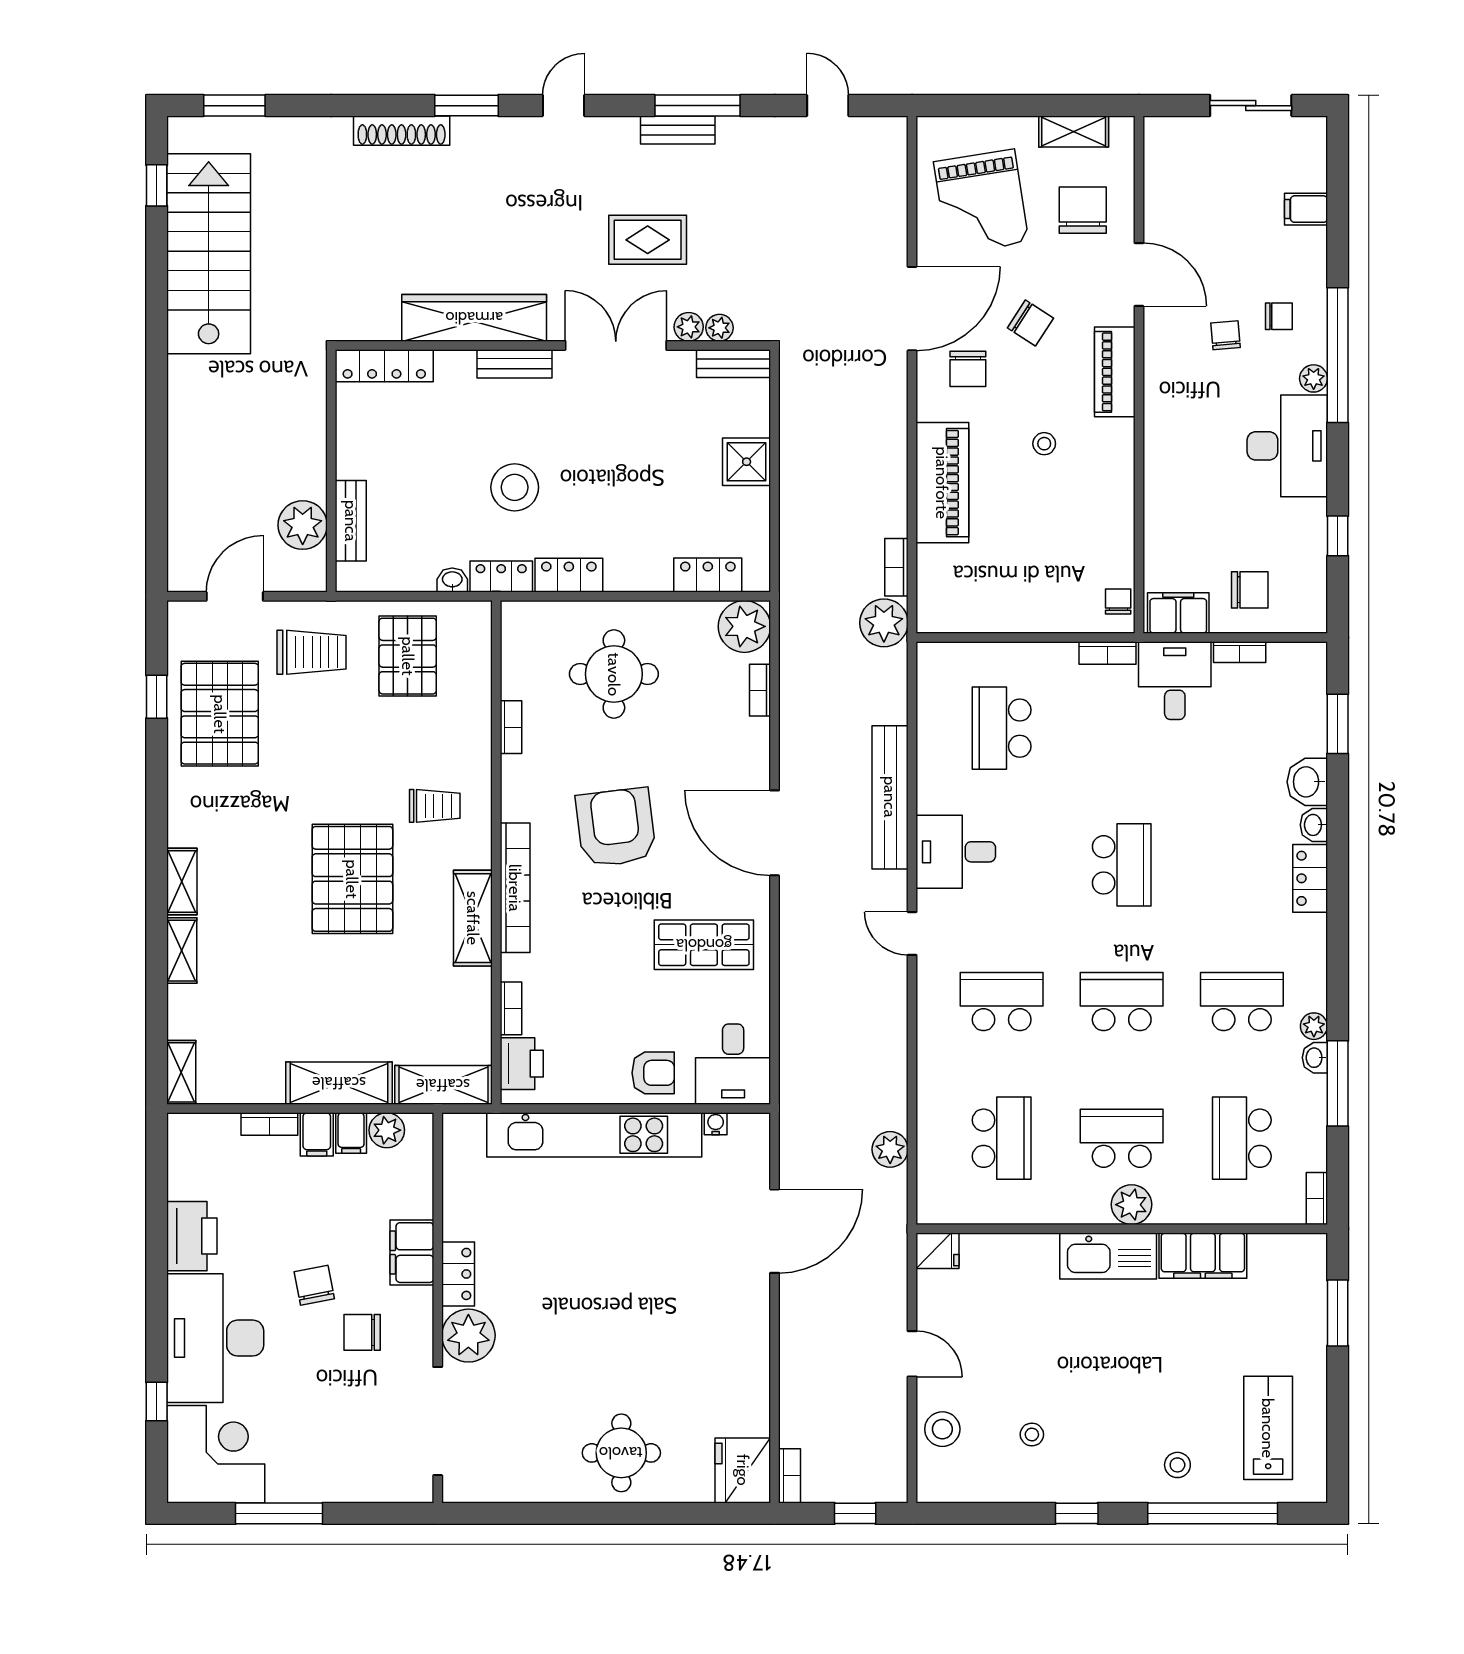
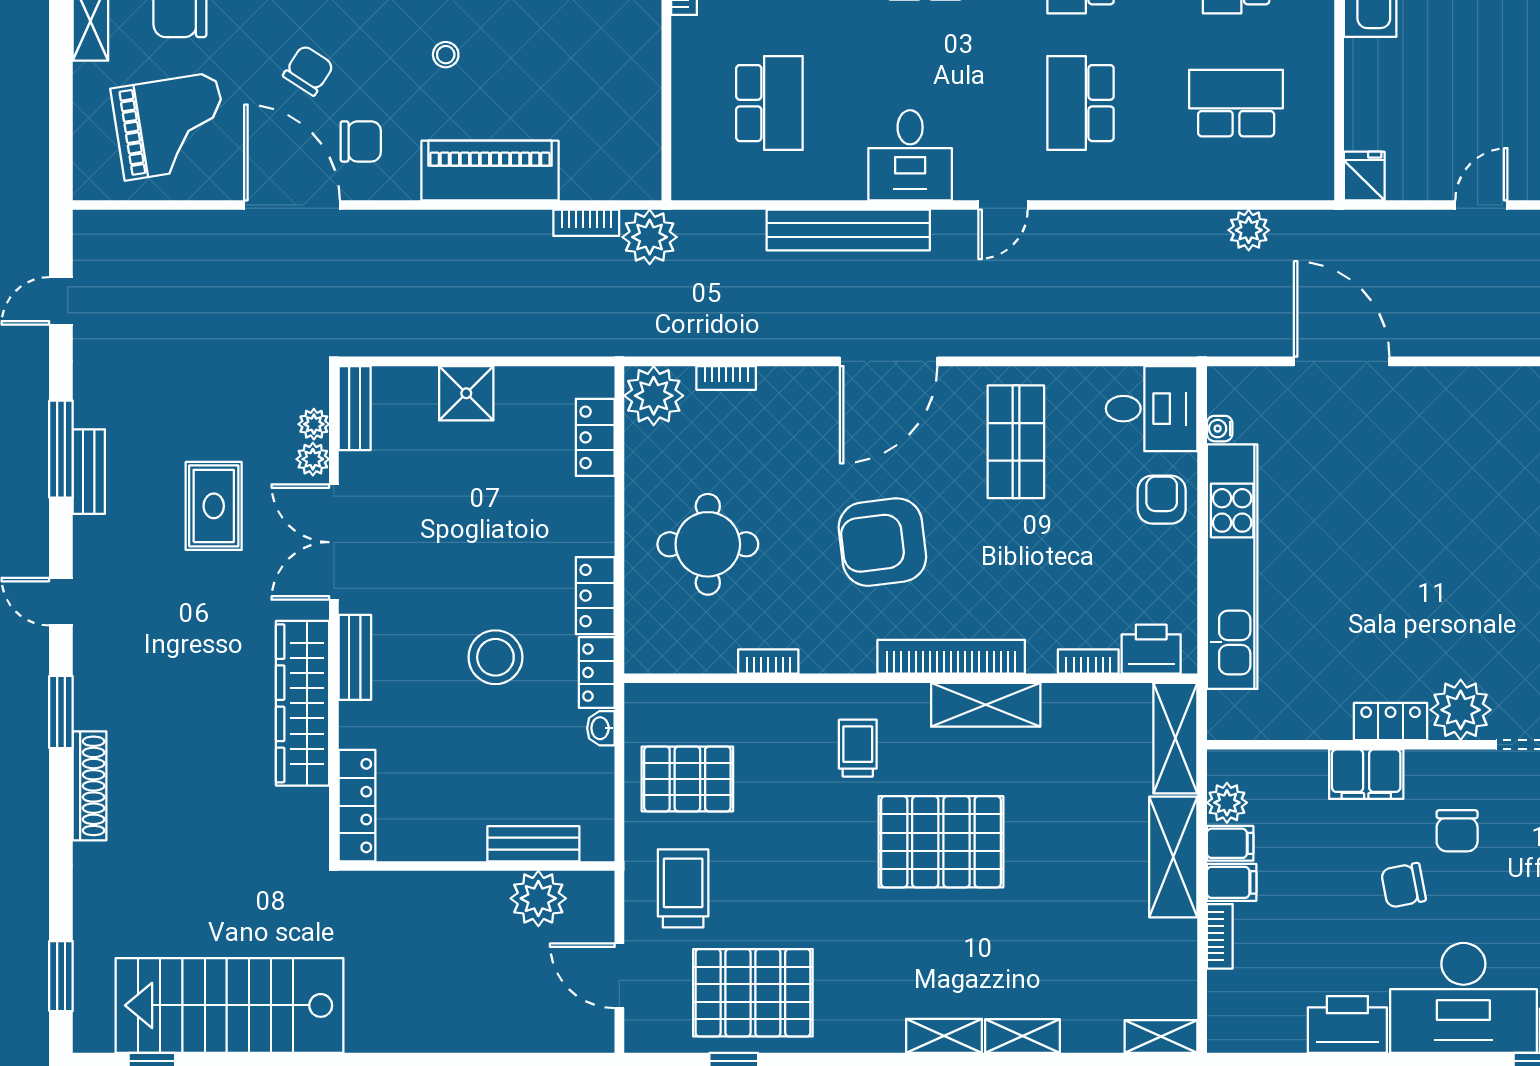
school desk: (1002, 728) -> (769, 103), turned -90

